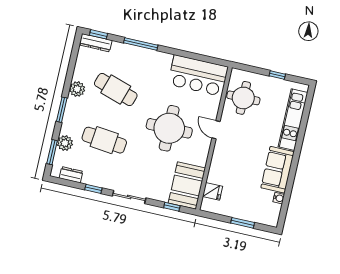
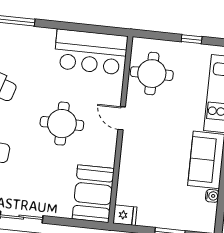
round table: (169, 128) -> (62, 124), width x0.73, depth x0.73
fridge: (213, 191) -> (125, 215), moved
window: (172, 207) -> (77, 223), removed

